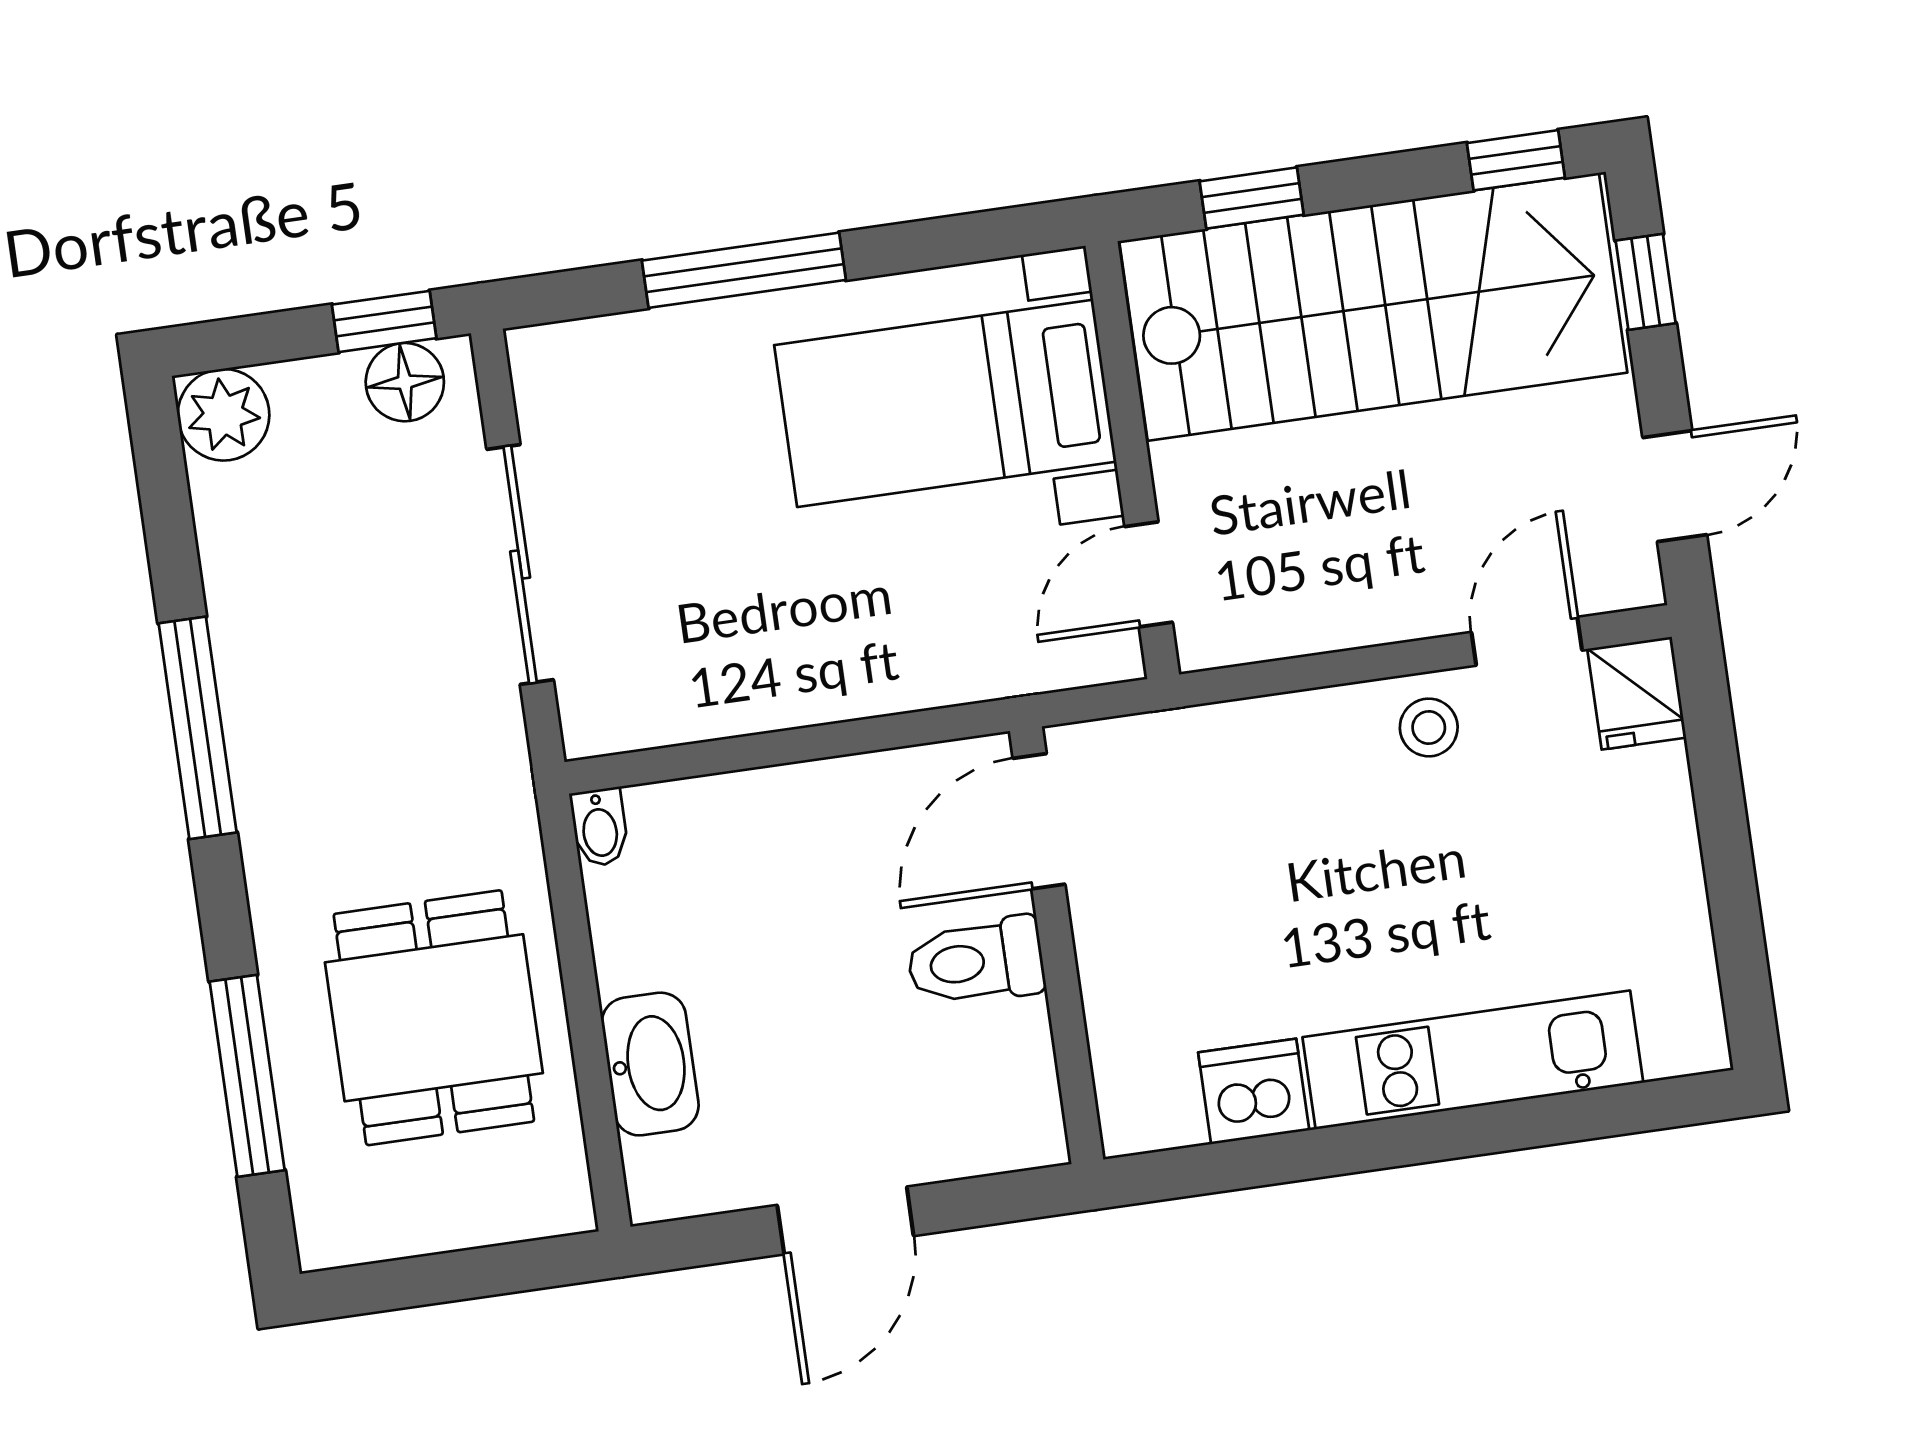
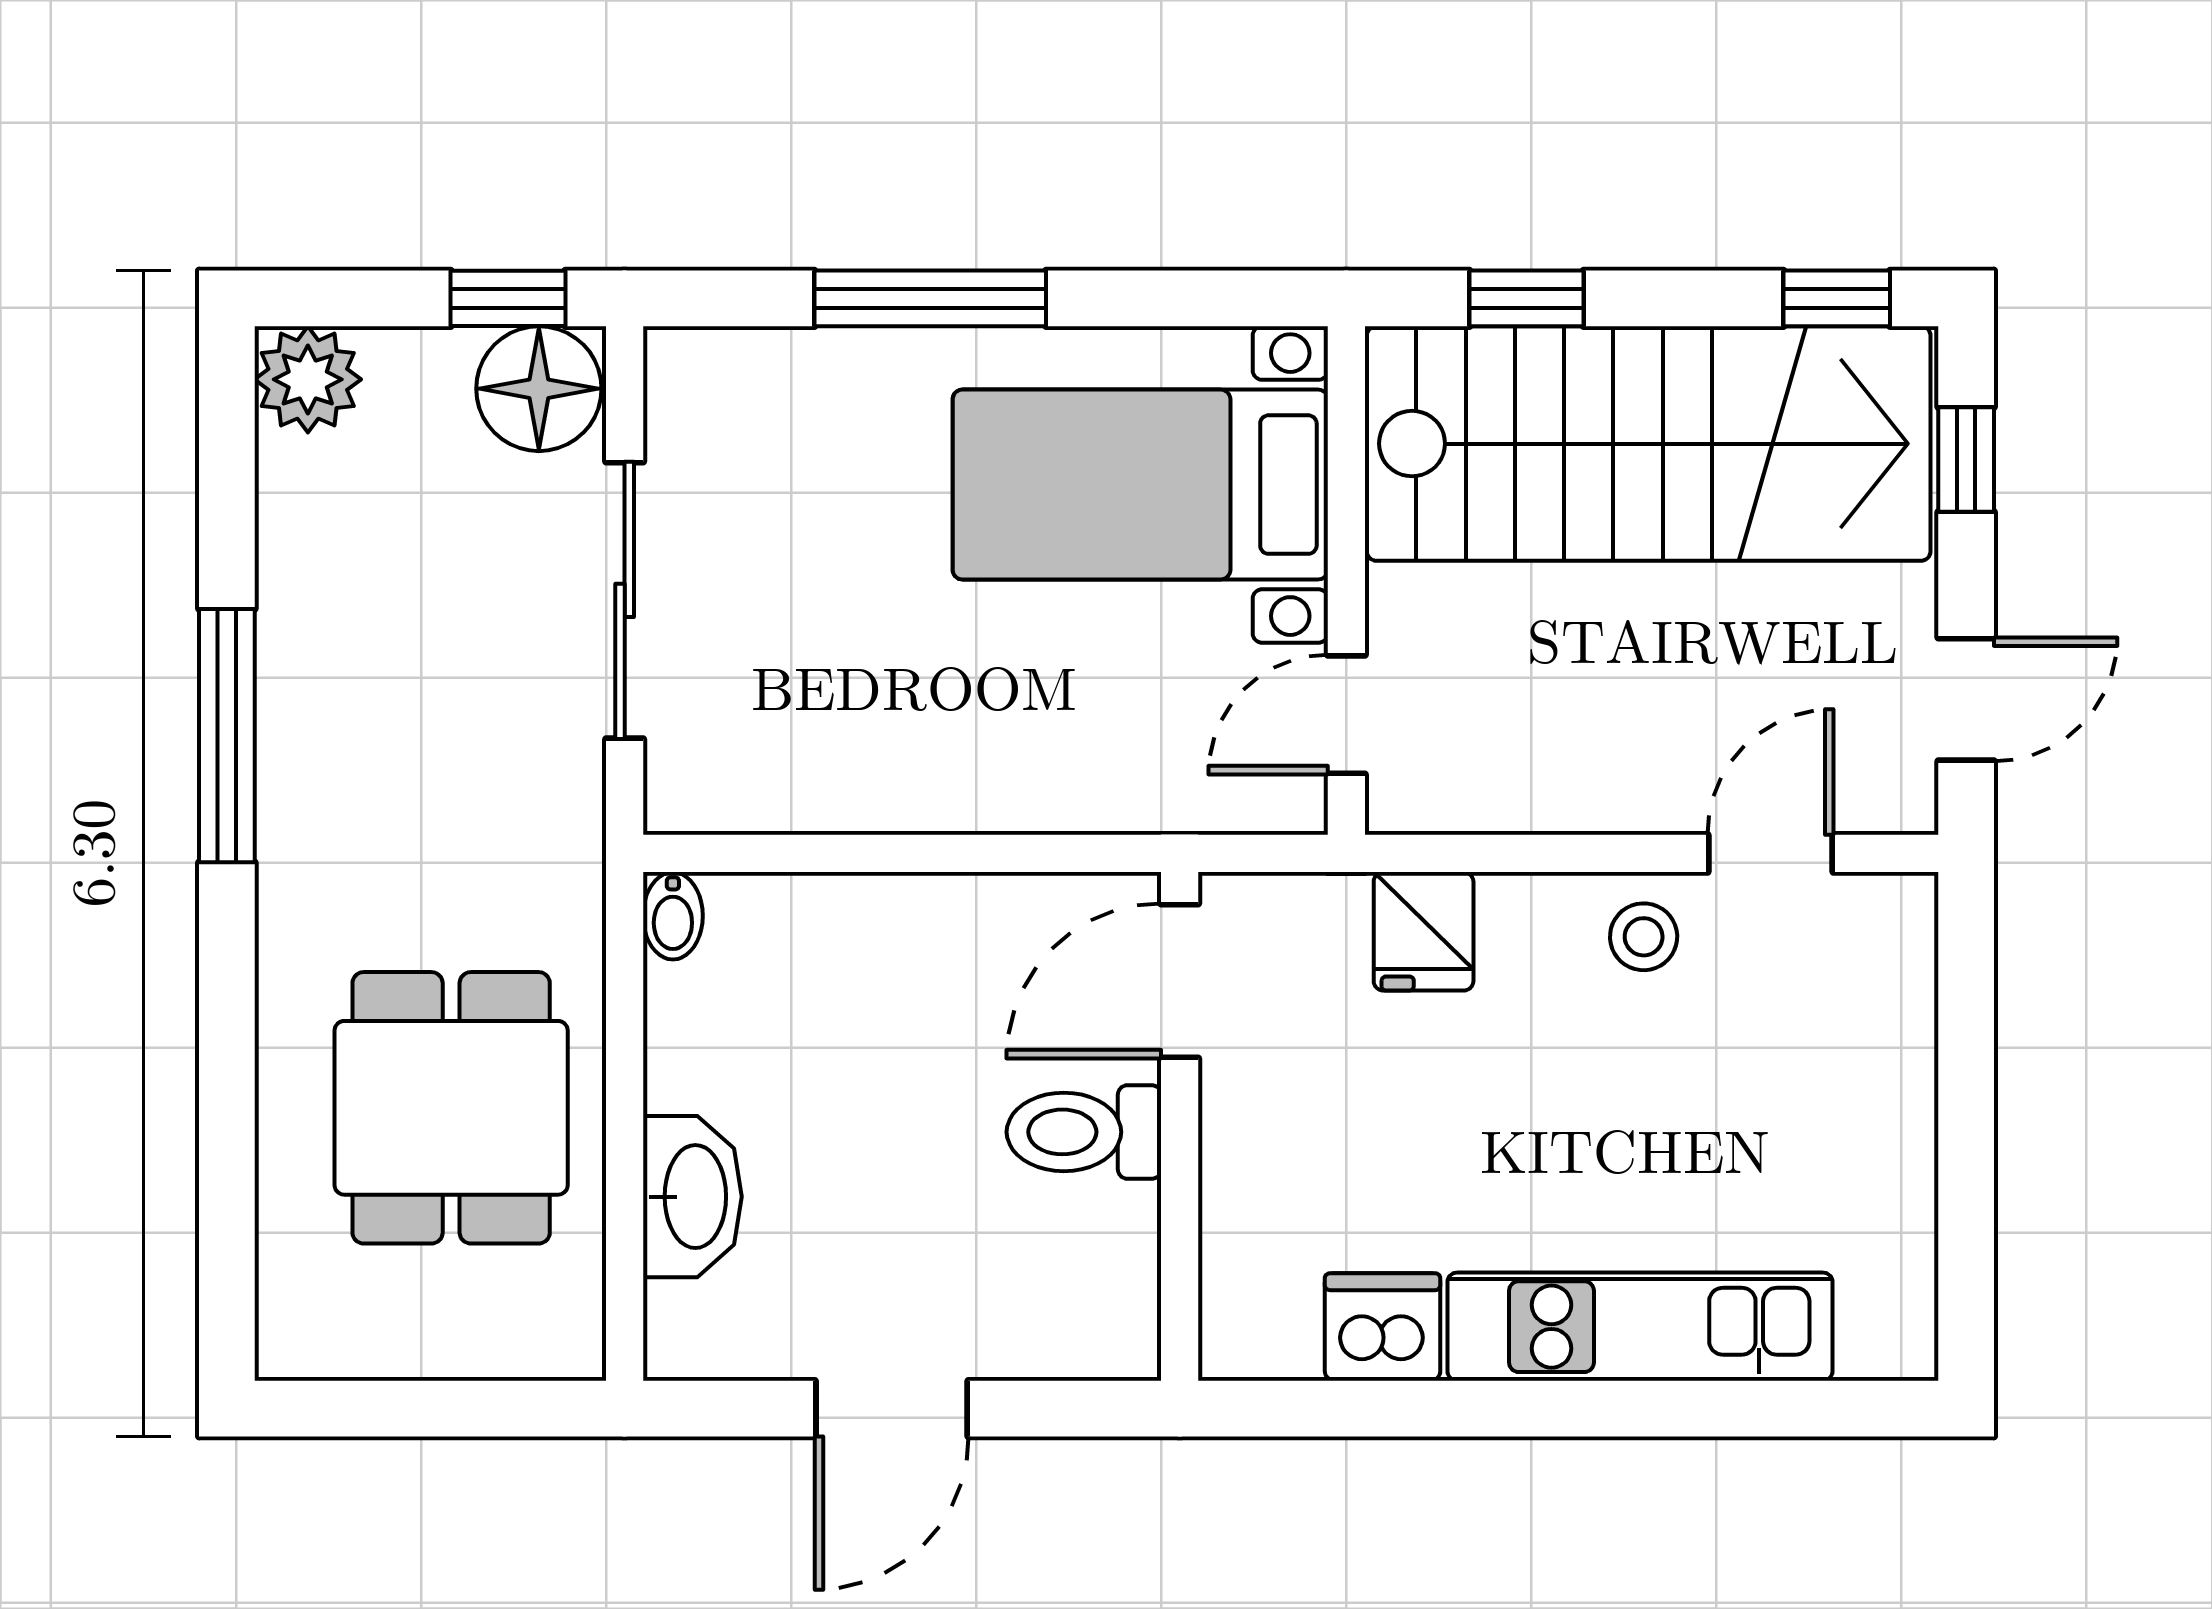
floor lamp: (405, 382) -> (539, 389), width x1.38, depth x1.38
fridge: (1637, 693) -> (1424, 931), moved
window: (247, 1076) -> (227, 1144), removed

